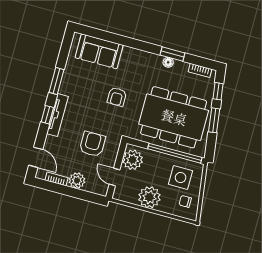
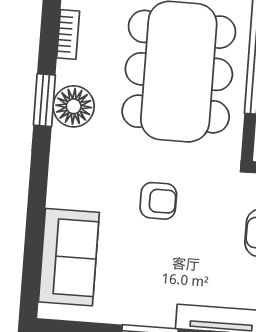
floor lamp: (168, 62) -> (74, 106), width x1.89, depth x1.89

